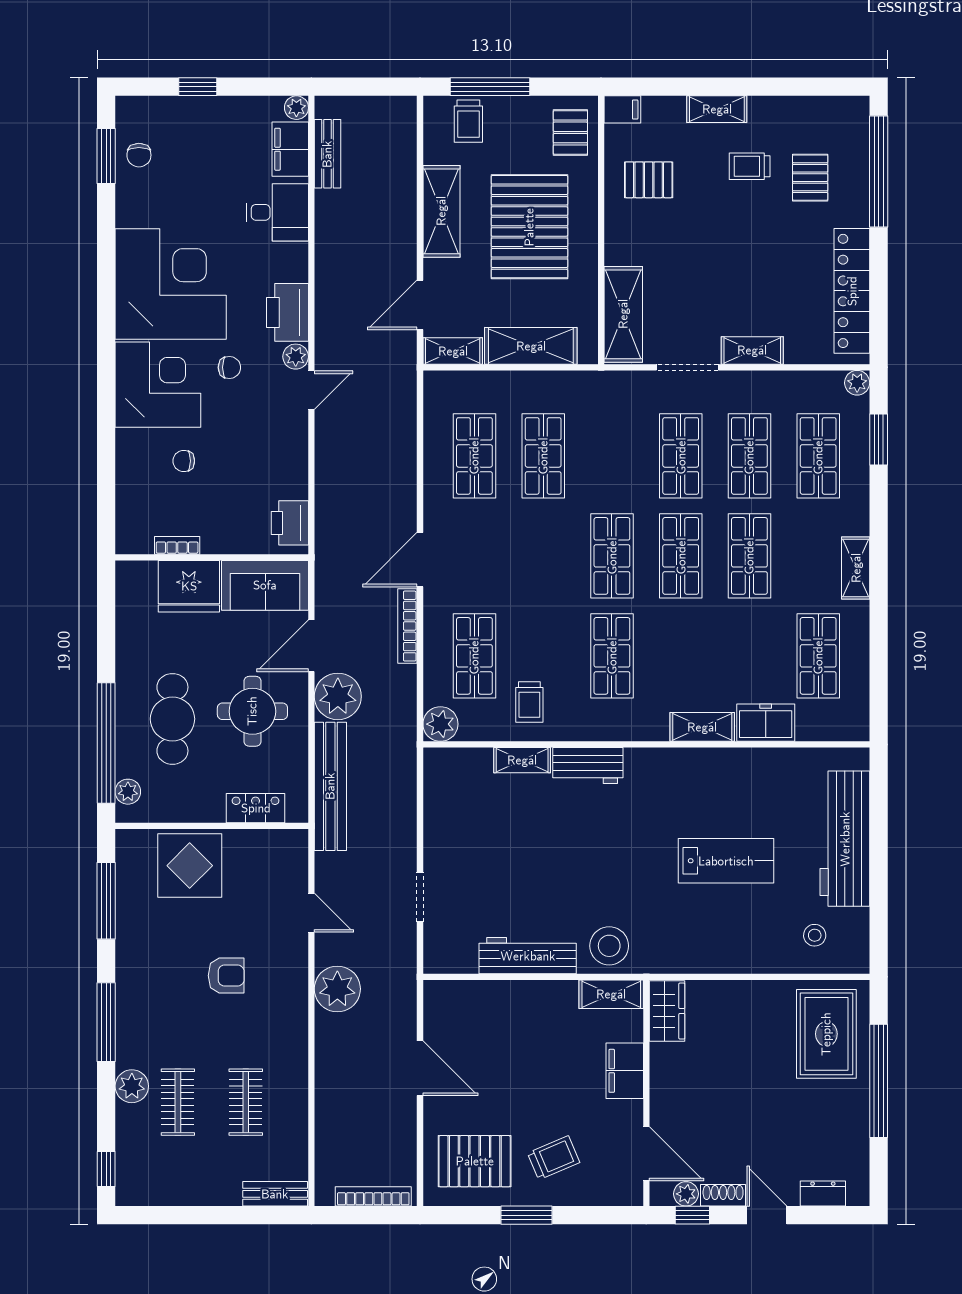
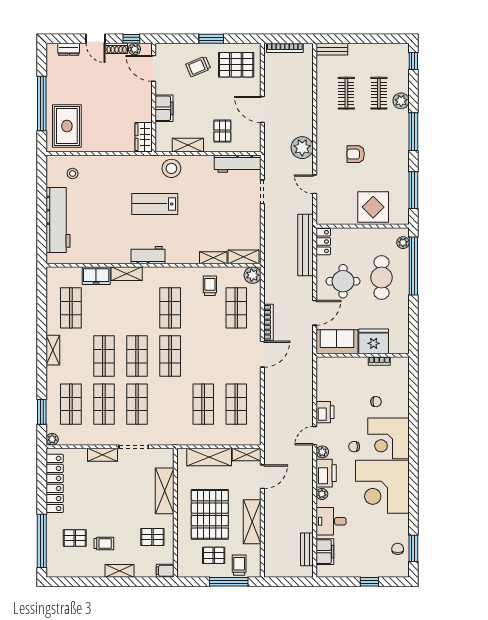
plant: (296, 108) -> (322, 494), moved
pallet: (570, 132) -> (214, 555), moved, turned 90
pallet: (810, 178) -> (75, 538), turned 90
shelving: (623, 314) -> (165, 491), moved
printer: (290, 523) -> (325, 412), moved
plant: (338, 696) -> (302, 288), removed
shelving: (460, 762) -> (243, 257), added
workbench: (588, 766) -> (148, 255), moved
locker: (256, 808) -> (323, 242), moved, turned -90
lab bench: (726, 861) -> (155, 204), moved
workbench: (528, 956) -> (238, 164), moved
shelving: (611, 994) -> (188, 145), moved
pallet: (503, 1023) -> (222, 131), added

